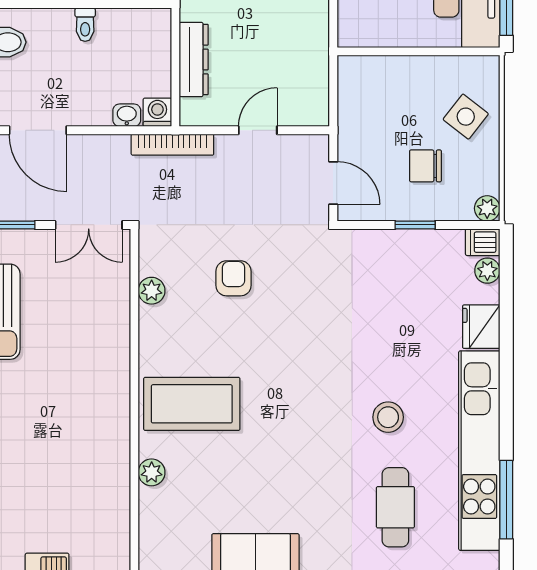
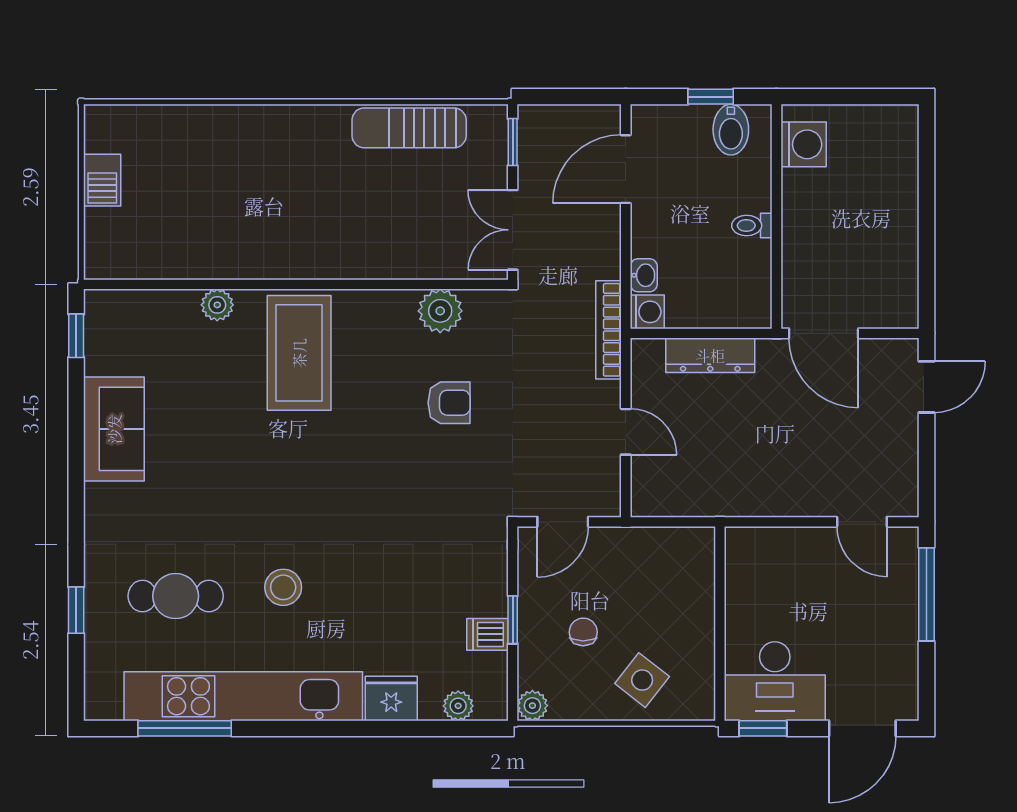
chair: (425, 166) -> (583, 632), width x0.73, depth x0.73
dishwasher: (483, 242) -> (488, 634), moved, turned -90
plant: (152, 291) -> (440, 311), width x1.38, depth x1.38

